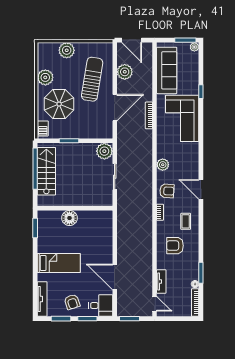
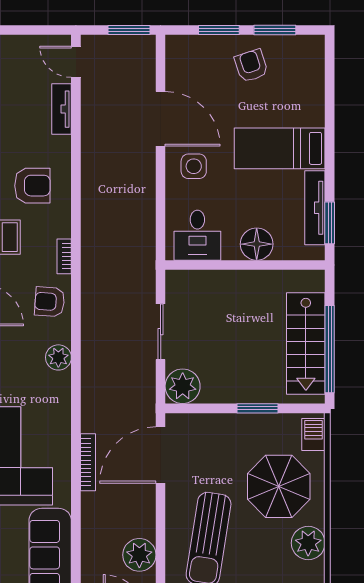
door: (115, 108) -> (161, 455), moved
side table: (99, 255) -> (194, 166), added
tv unit: (42, 299) -> (315, 208), moved
desk: (101, 306) -> (197, 235), moved, turned -90

